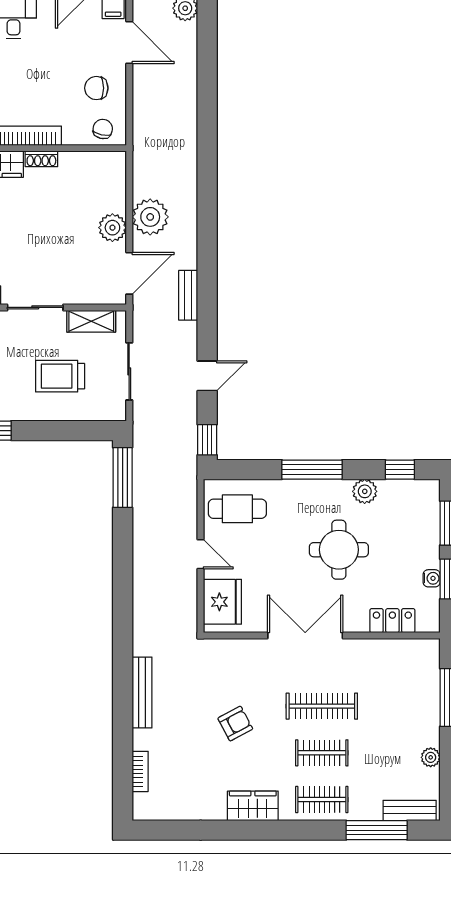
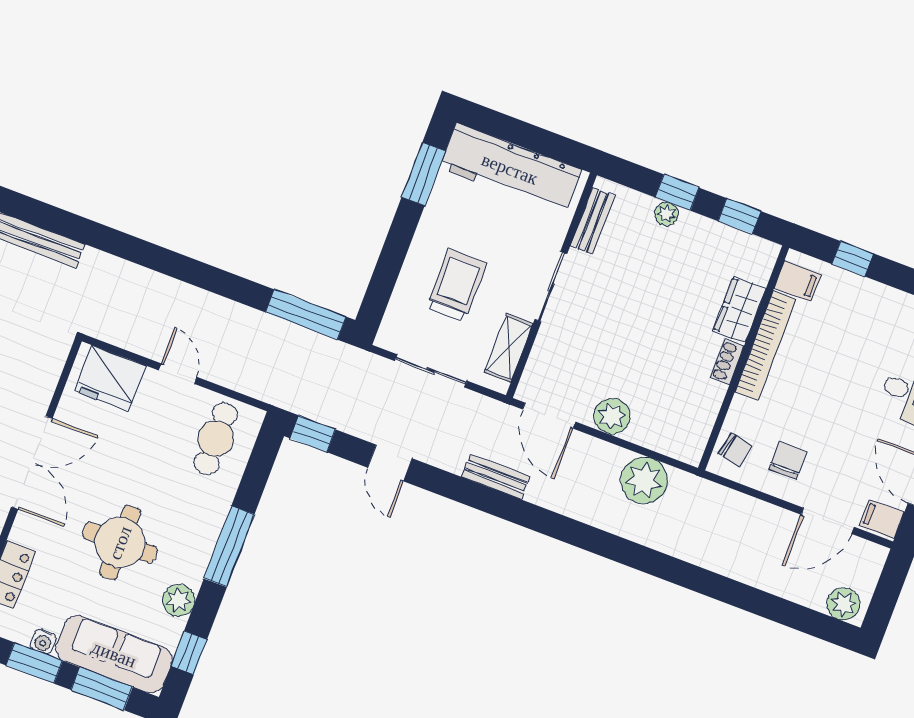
plant: (150, 217) -> (644, 480), moved
sofa: (421, 523) -> (114, 654), added
door: (201, 554) -> (178, 374), swing flipped

